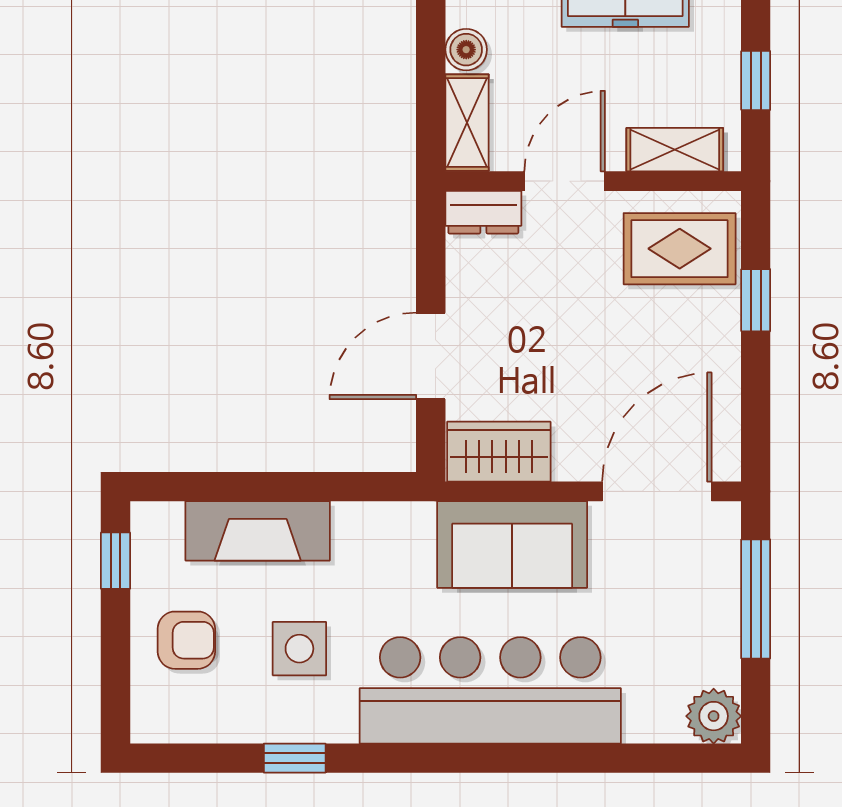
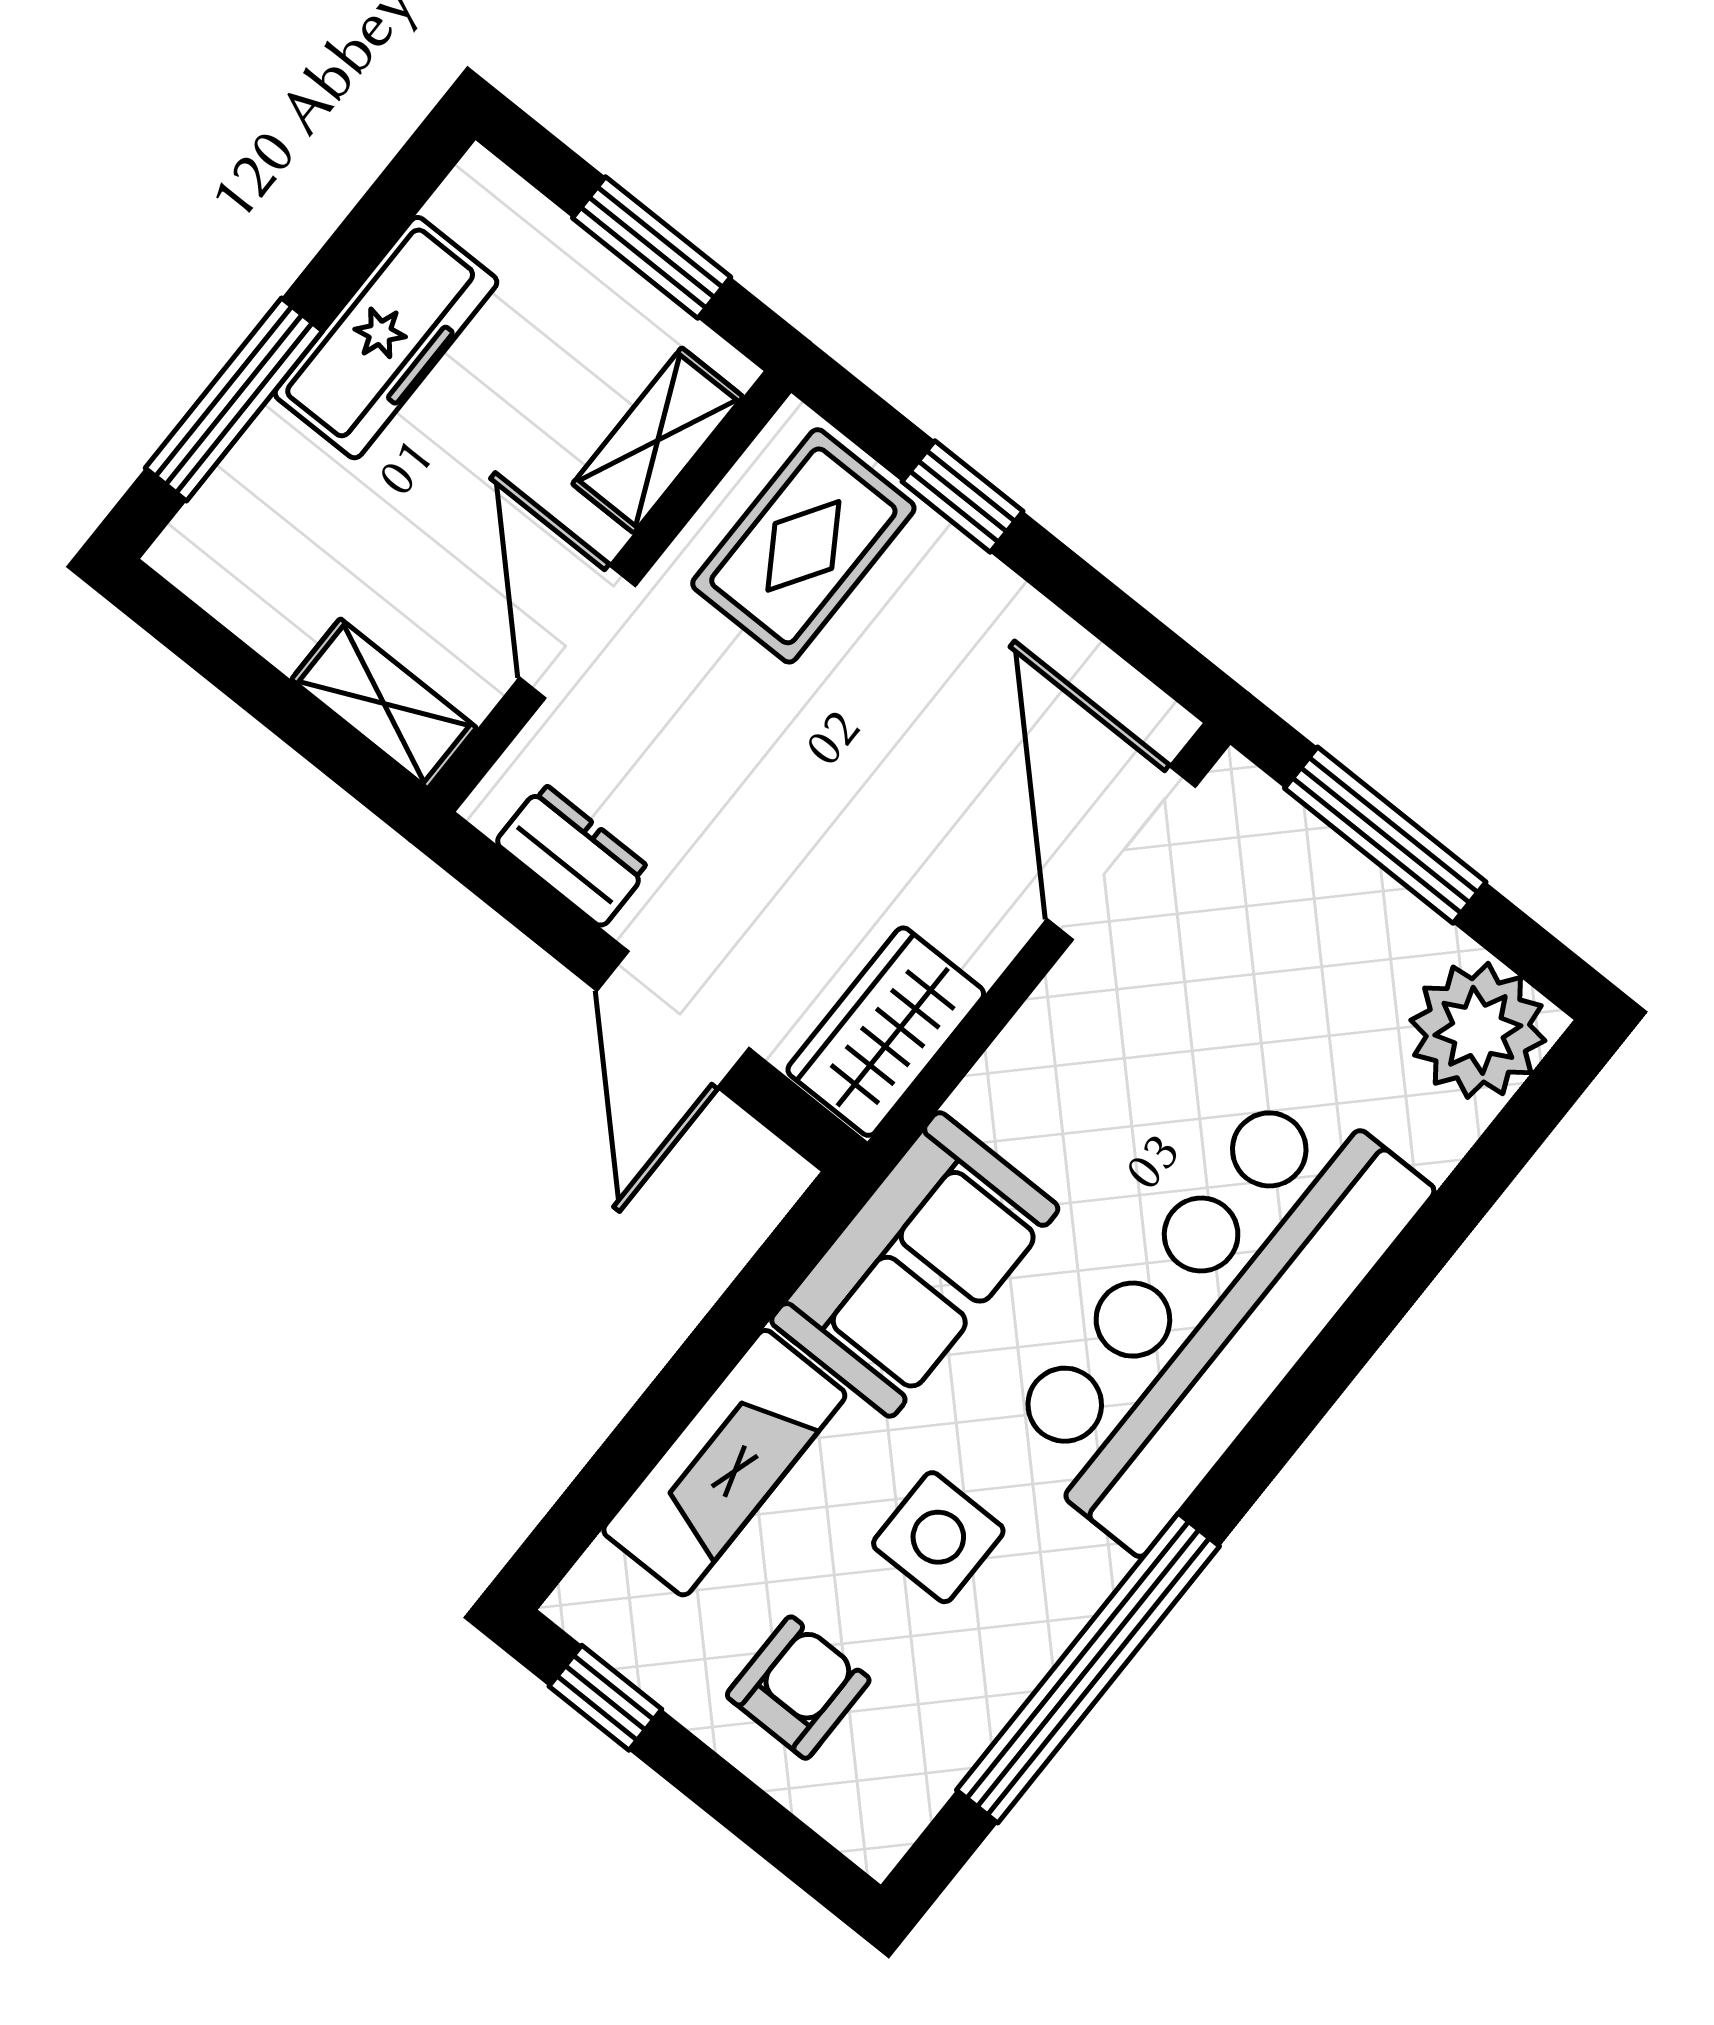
boiler: (466, 50) -> (280, 622), removed
window: (756, 81) -> (652, 247), width x1.50
dresser: (483, 212) -> (572, 855), moved, turned -90
sofa: (512, 544) -> (915, 1264), moved
plant: (714, 716) -> (1478, 1030), width x1.36, depth x1.36
window: (295, 758) -> (1088, 1668), width x3.17

